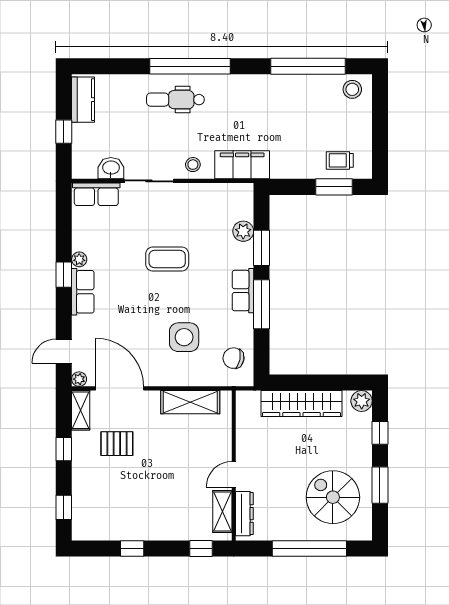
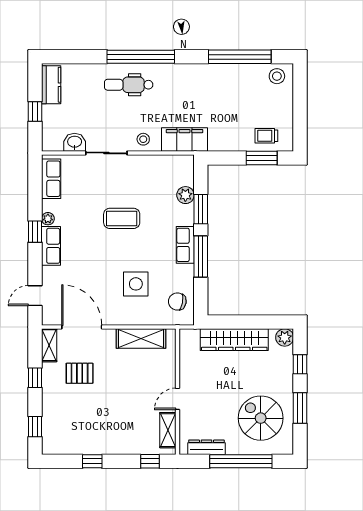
row of seats: (96, 194) -> (51, 179), moved, turned -90
plant: (79, 379) -> (48, 319), removed
dresser: (244, 514) -> (206, 447), moved, turned -90

